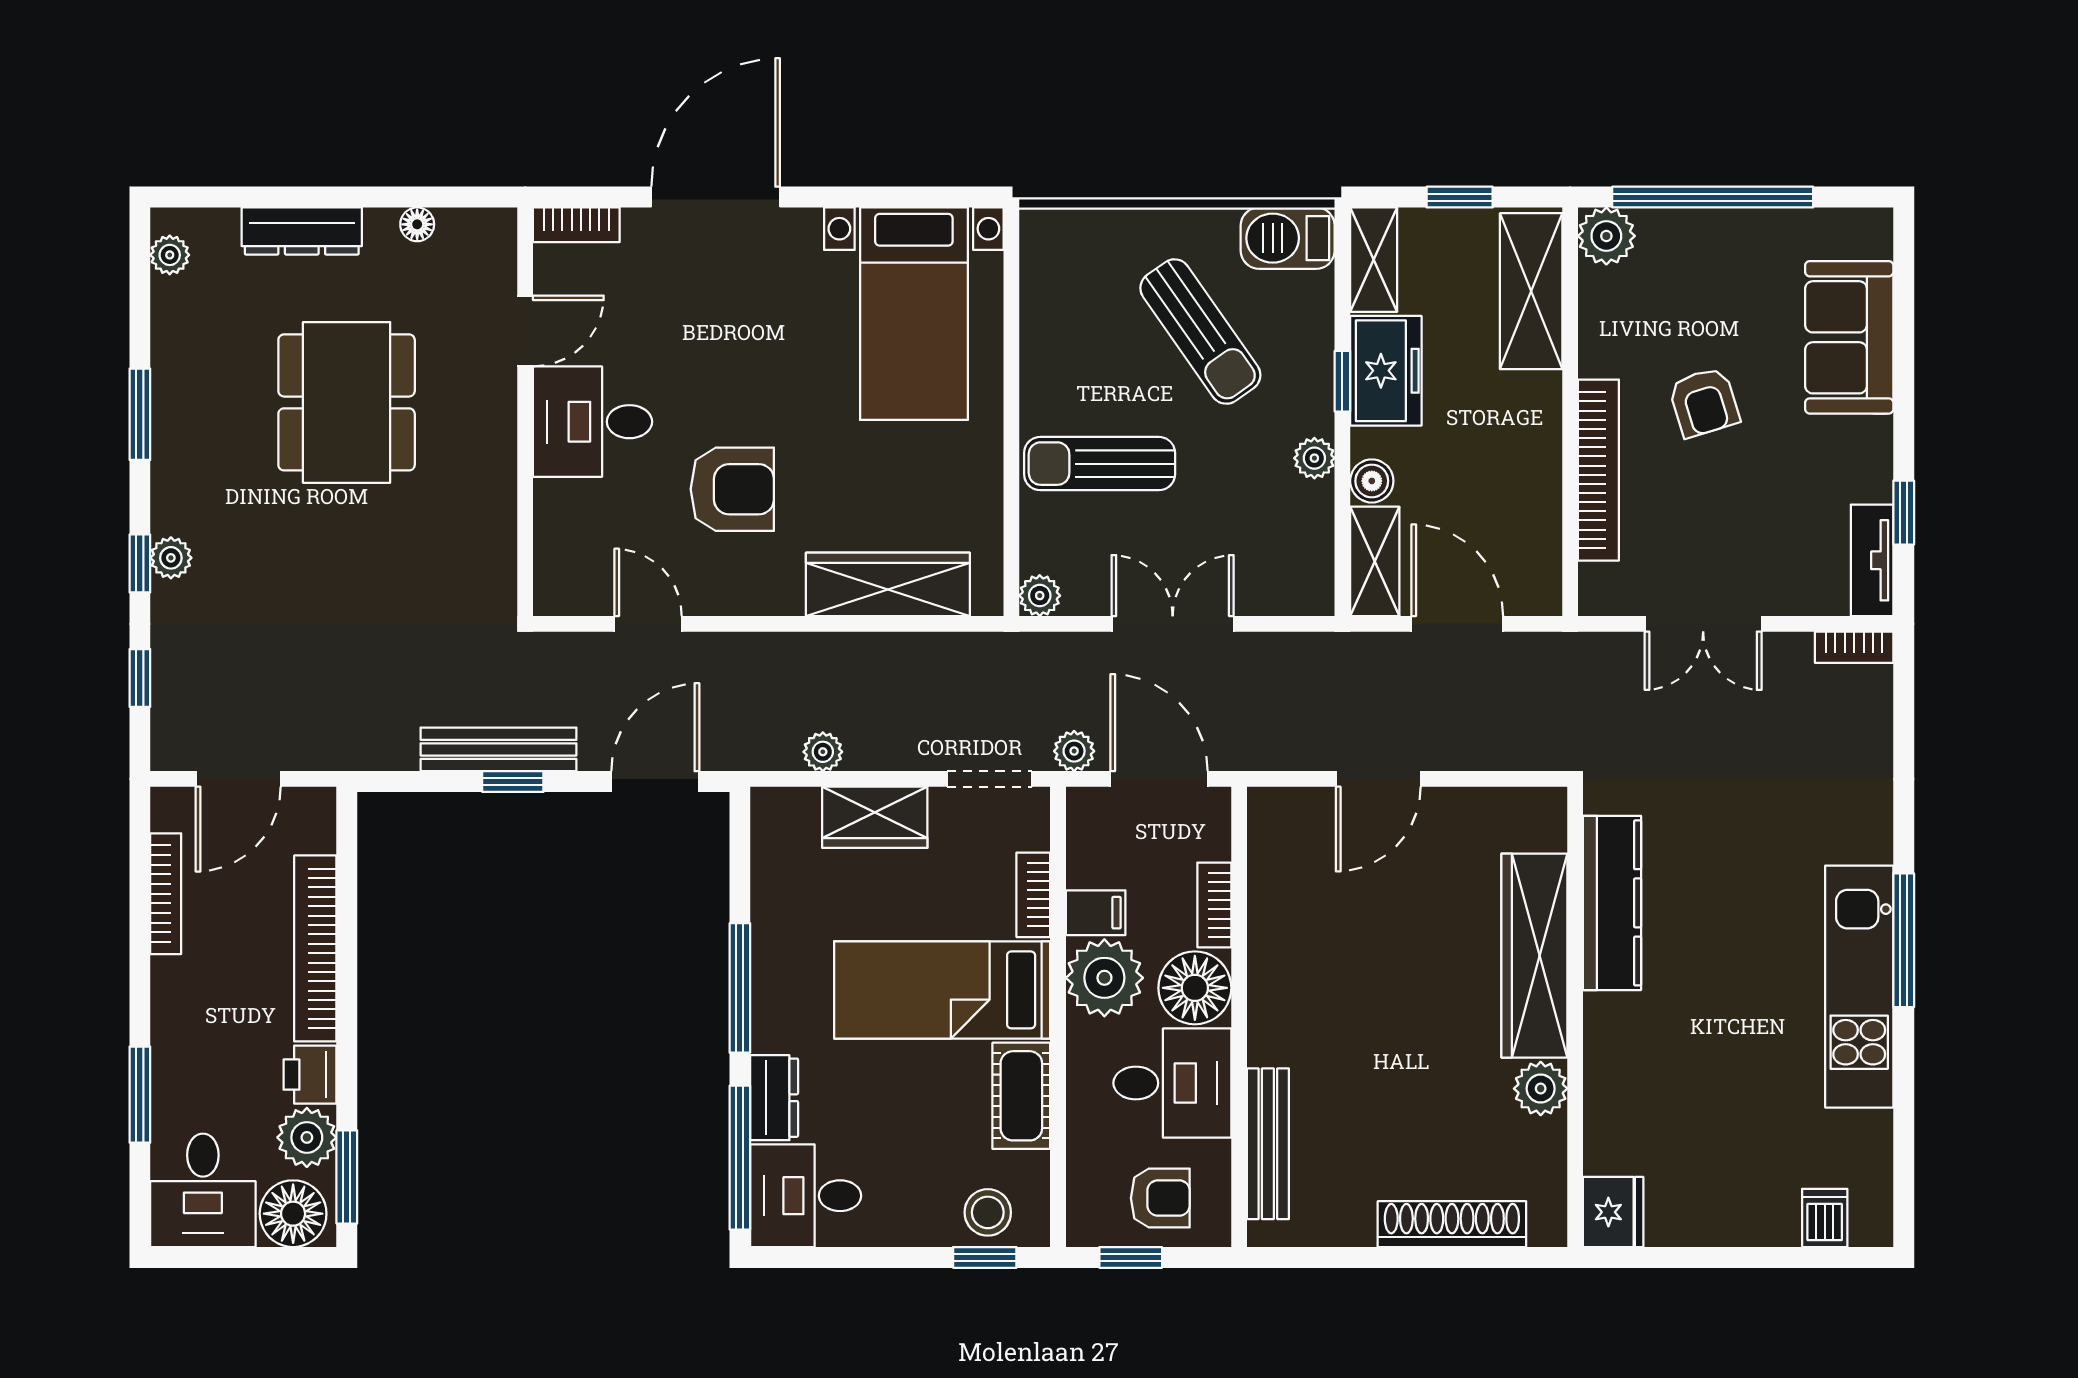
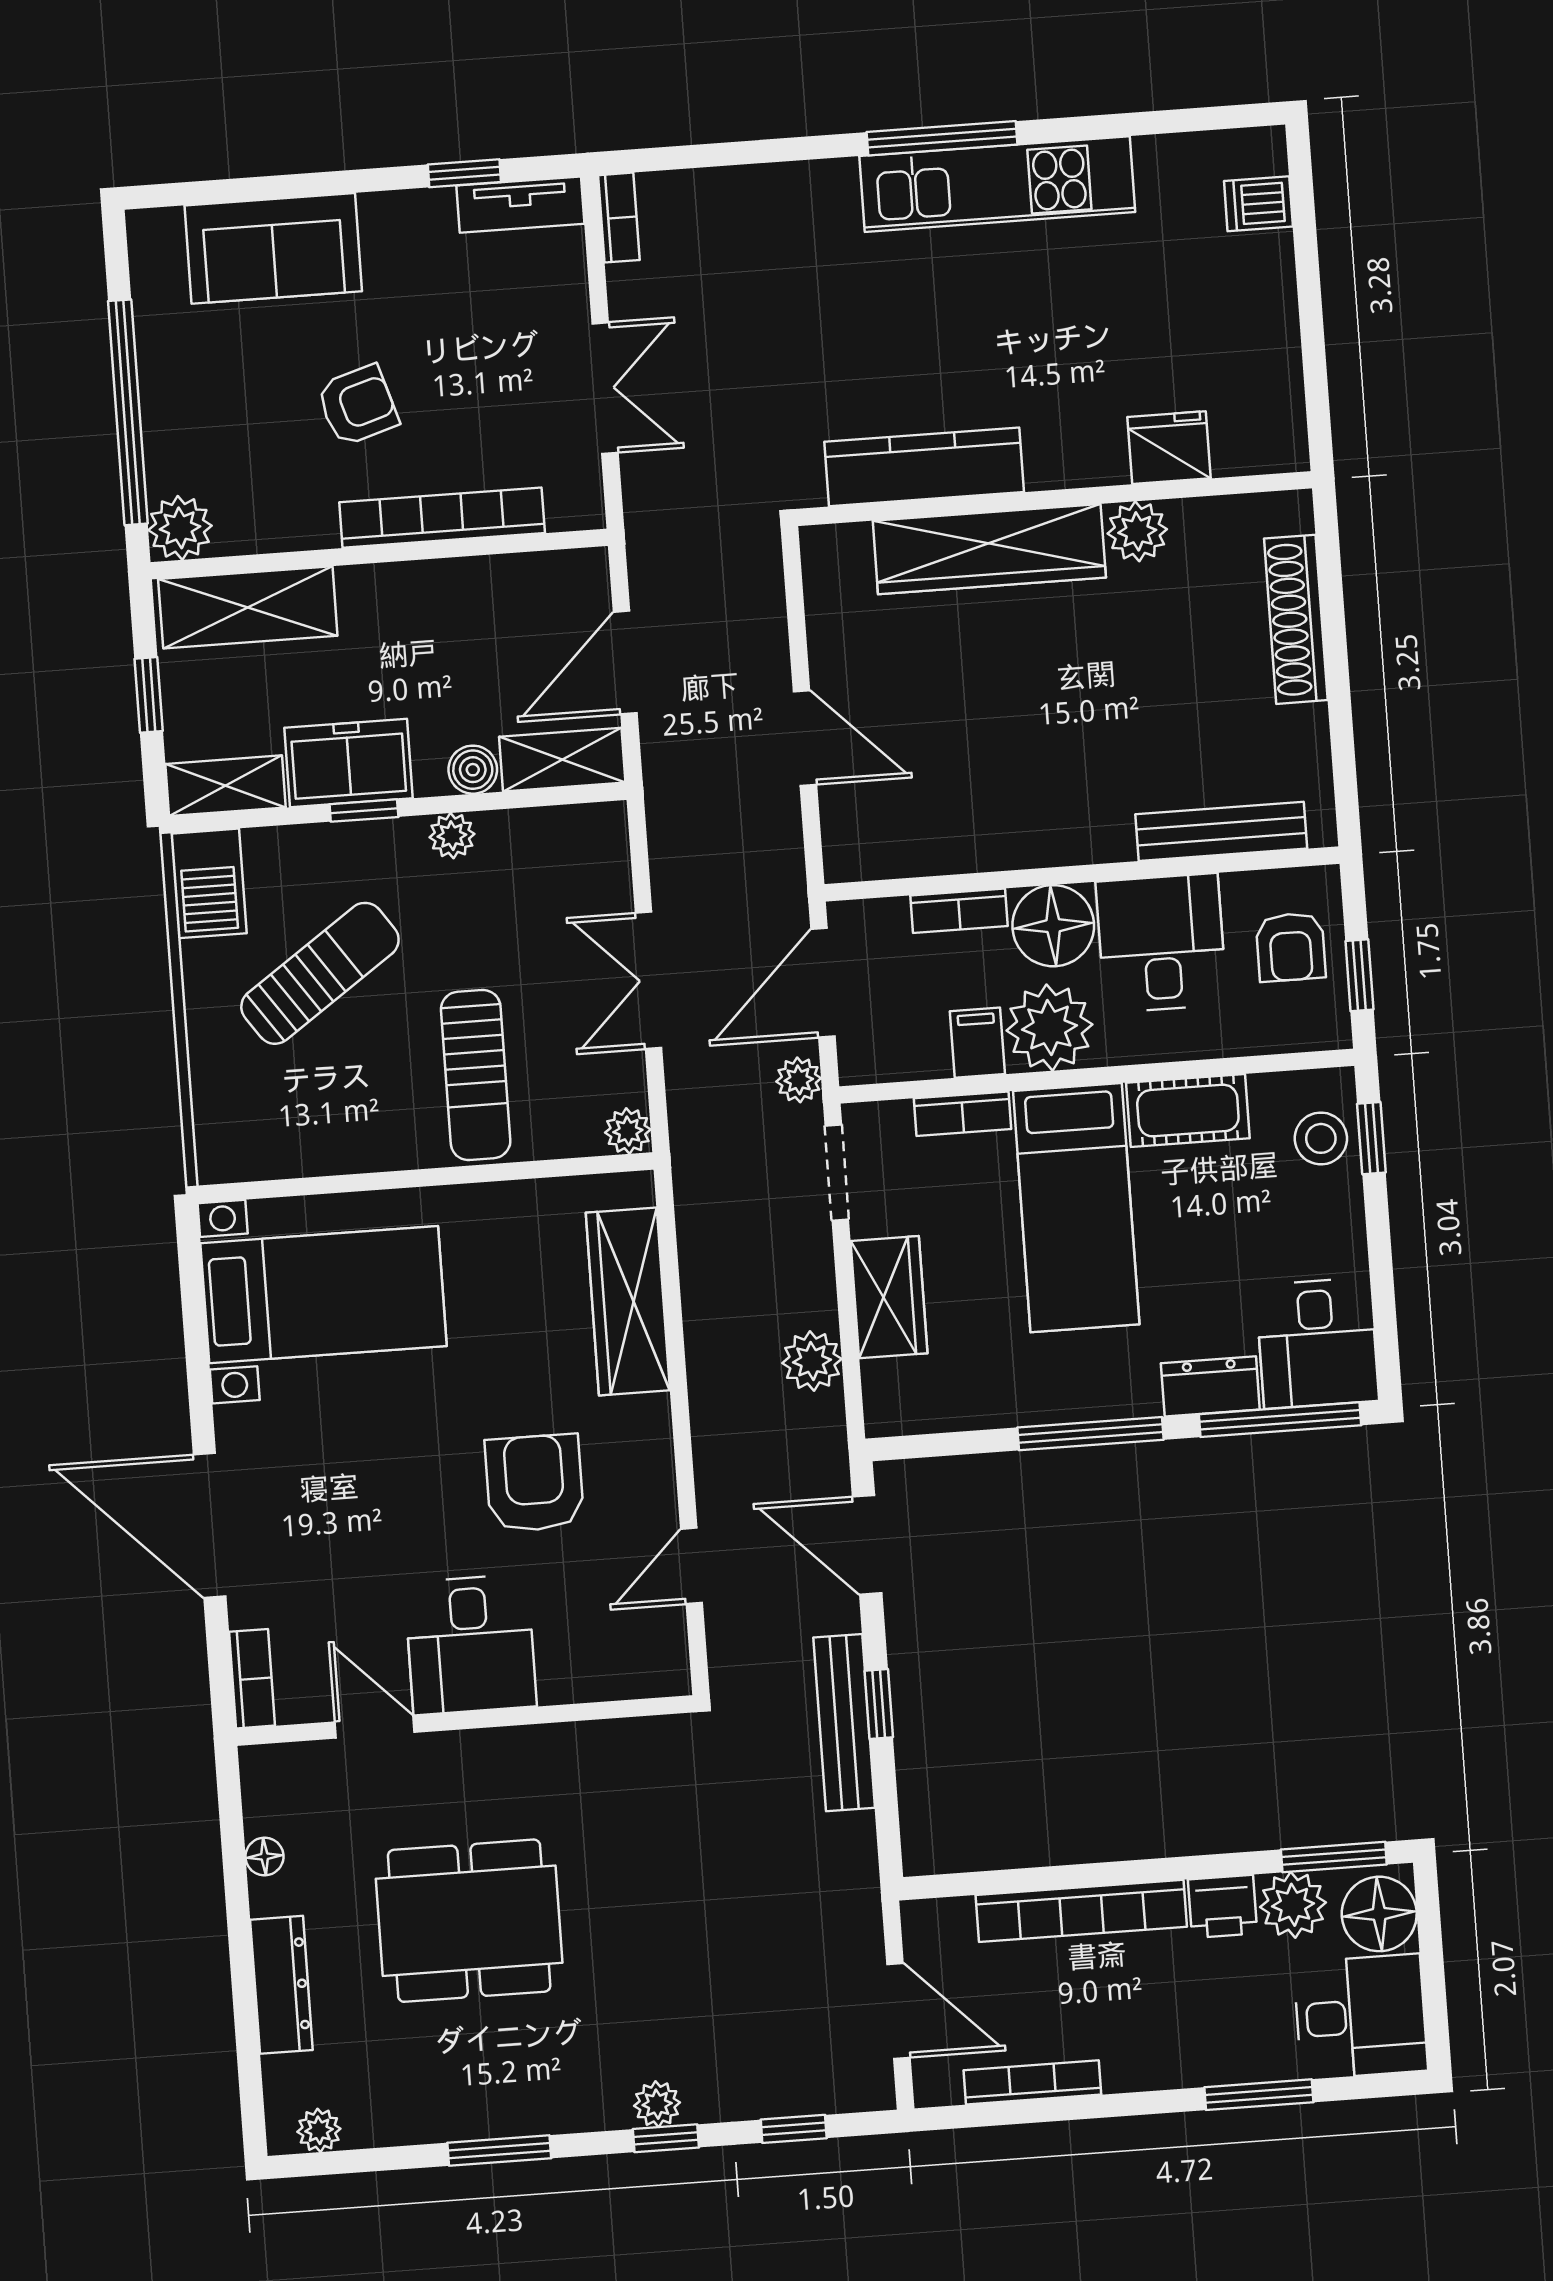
plant: (823, 752) -> (812, 1361), width x1.38, depth x1.38
armchair: (1160, 1198) -> (1291, 947), turned 180
fridge: (1613, 1212) -> (1169, 448), moved

